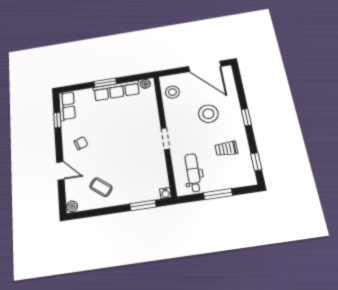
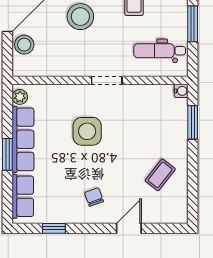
stool: (172, 92) -> (24, 45), moved
row of seats: (67, 106) -> (23, 196), moved, turned 90
side table: (127, 131) -> (87, 131), added
plant: (72, 206) -> (180, 216), removed

